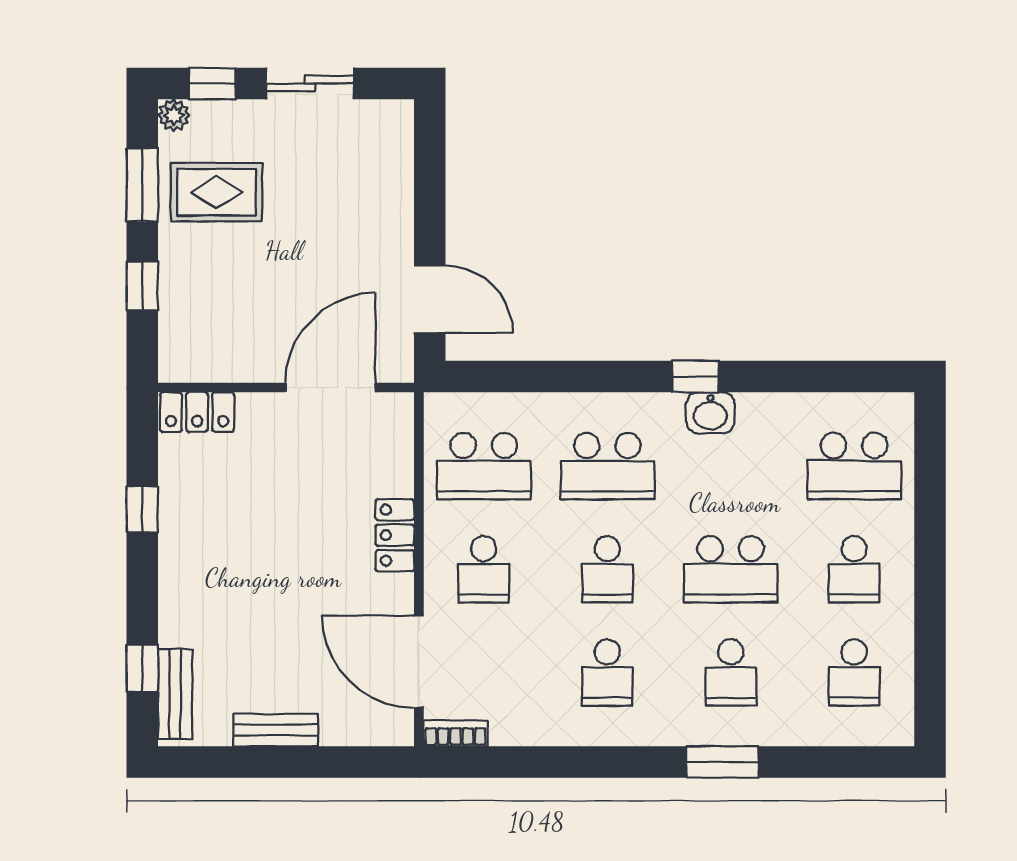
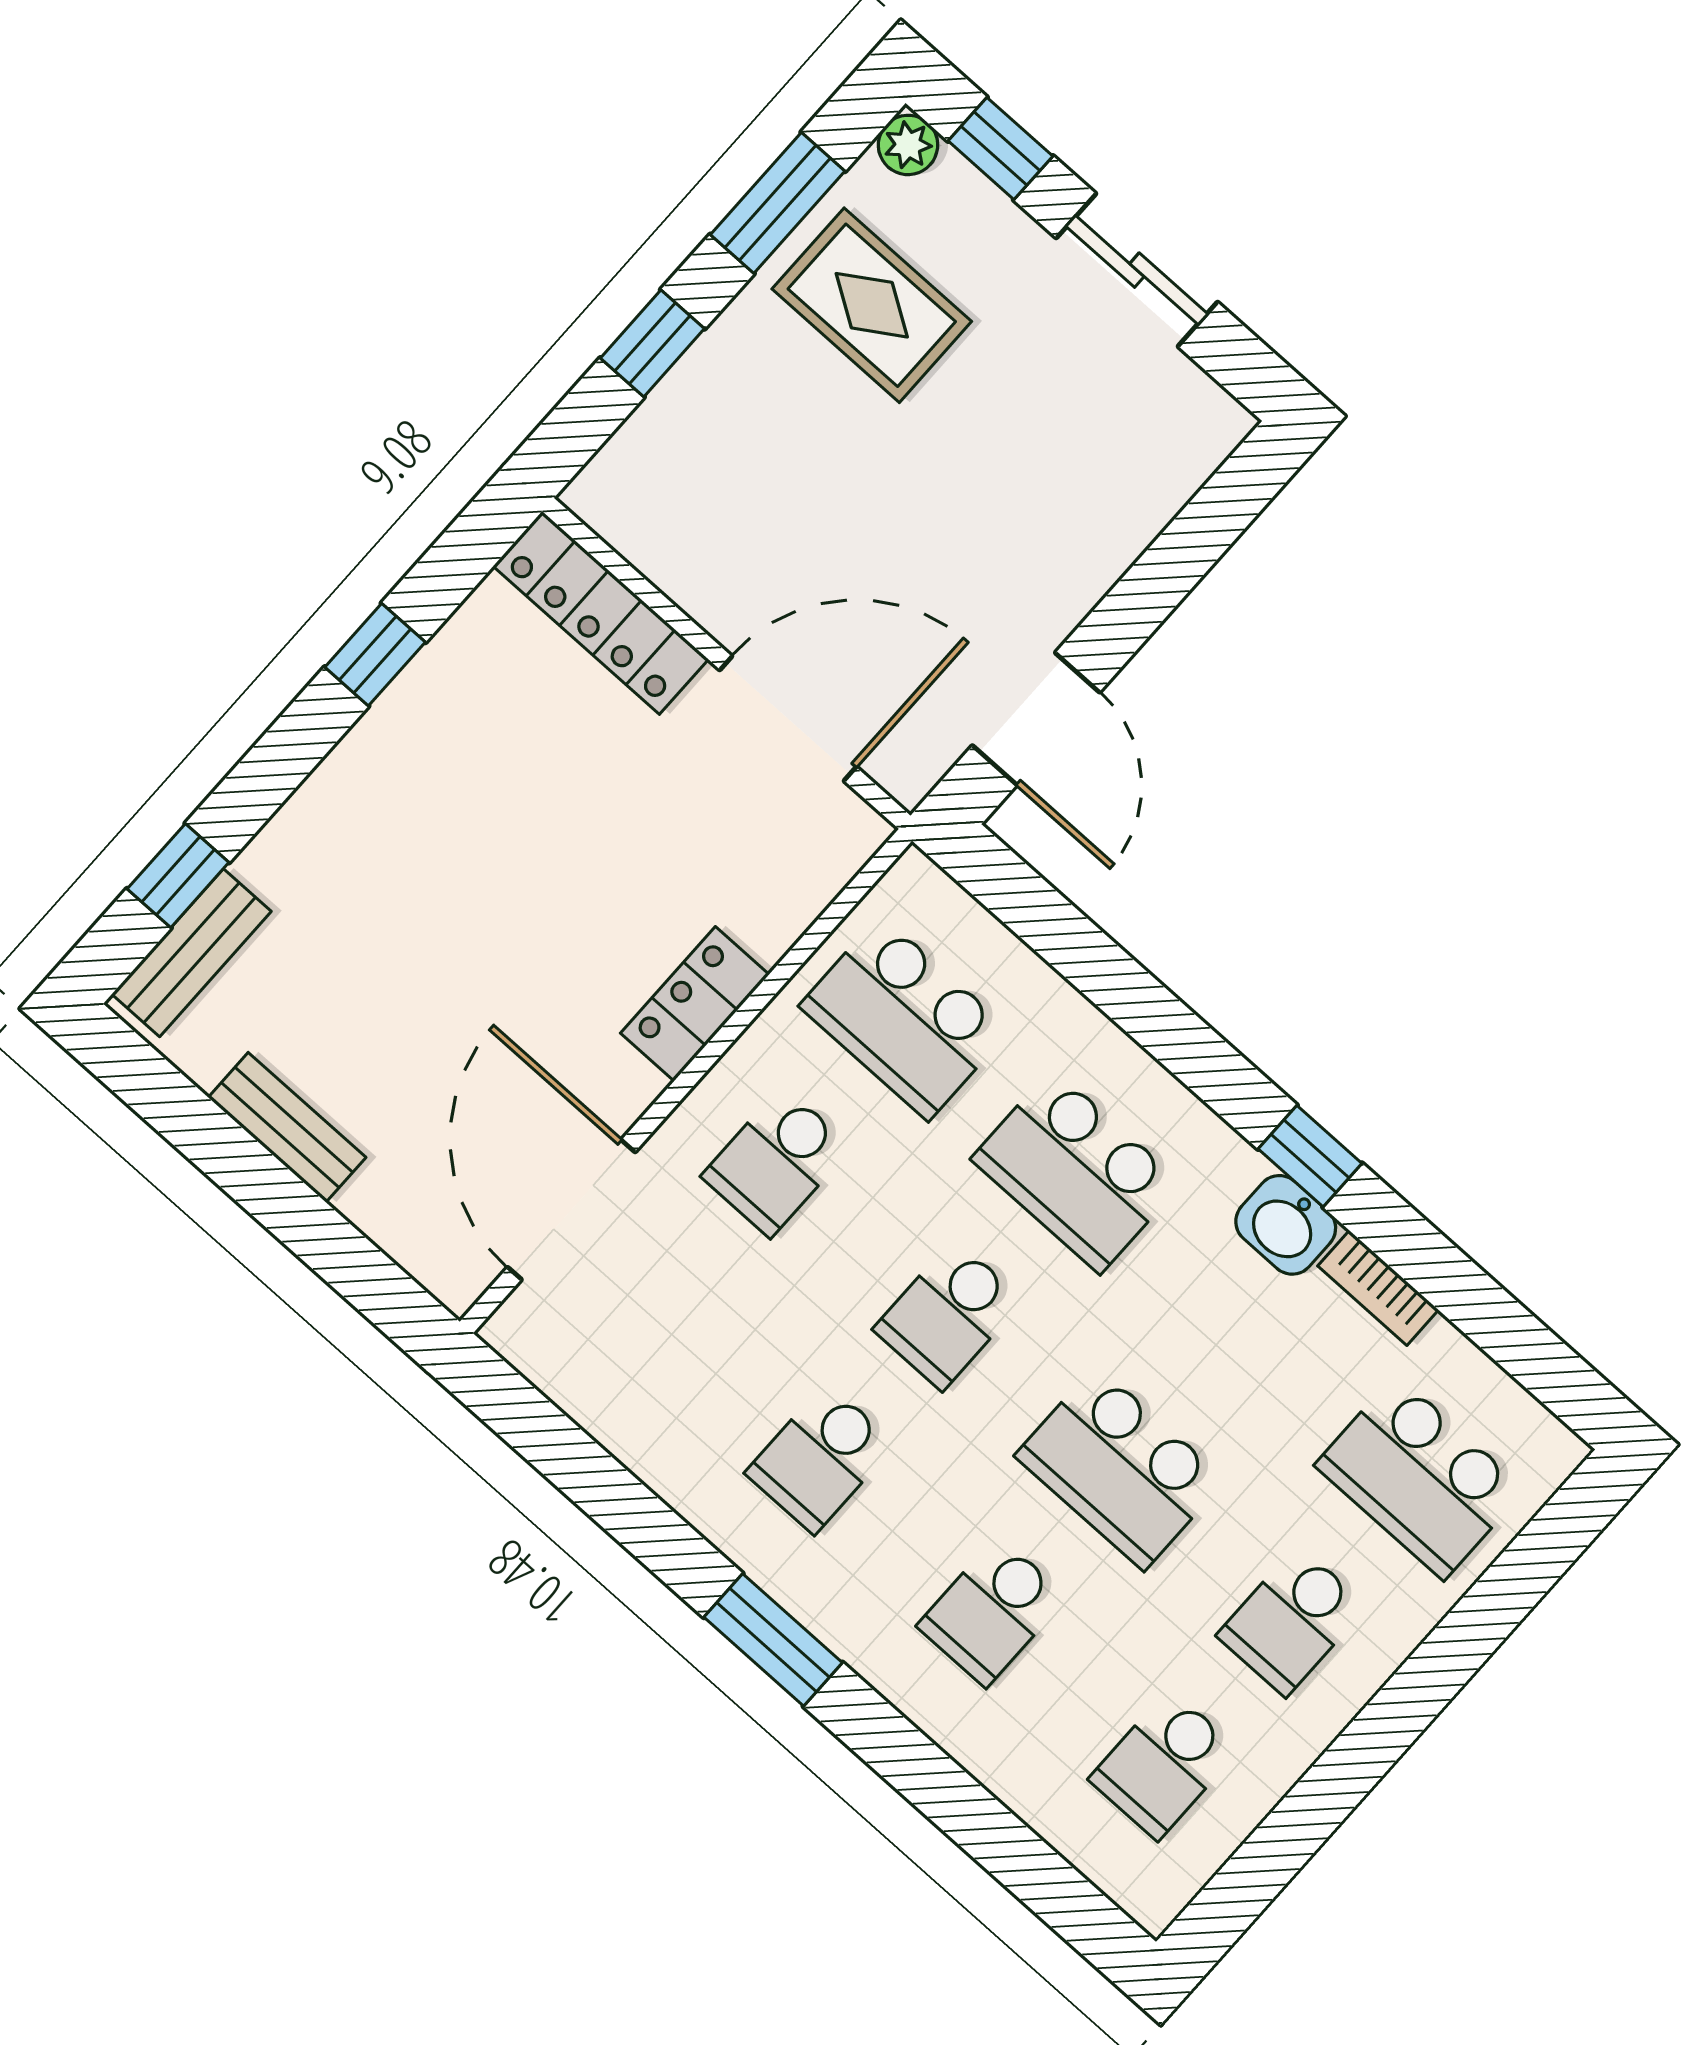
locker: (197, 412) -> (601, 613), width x1.53
bookcase: (456, 733) -> (1378, 1288), moved, turned 180
window: (722, 762) -> (773, 1640), moved

